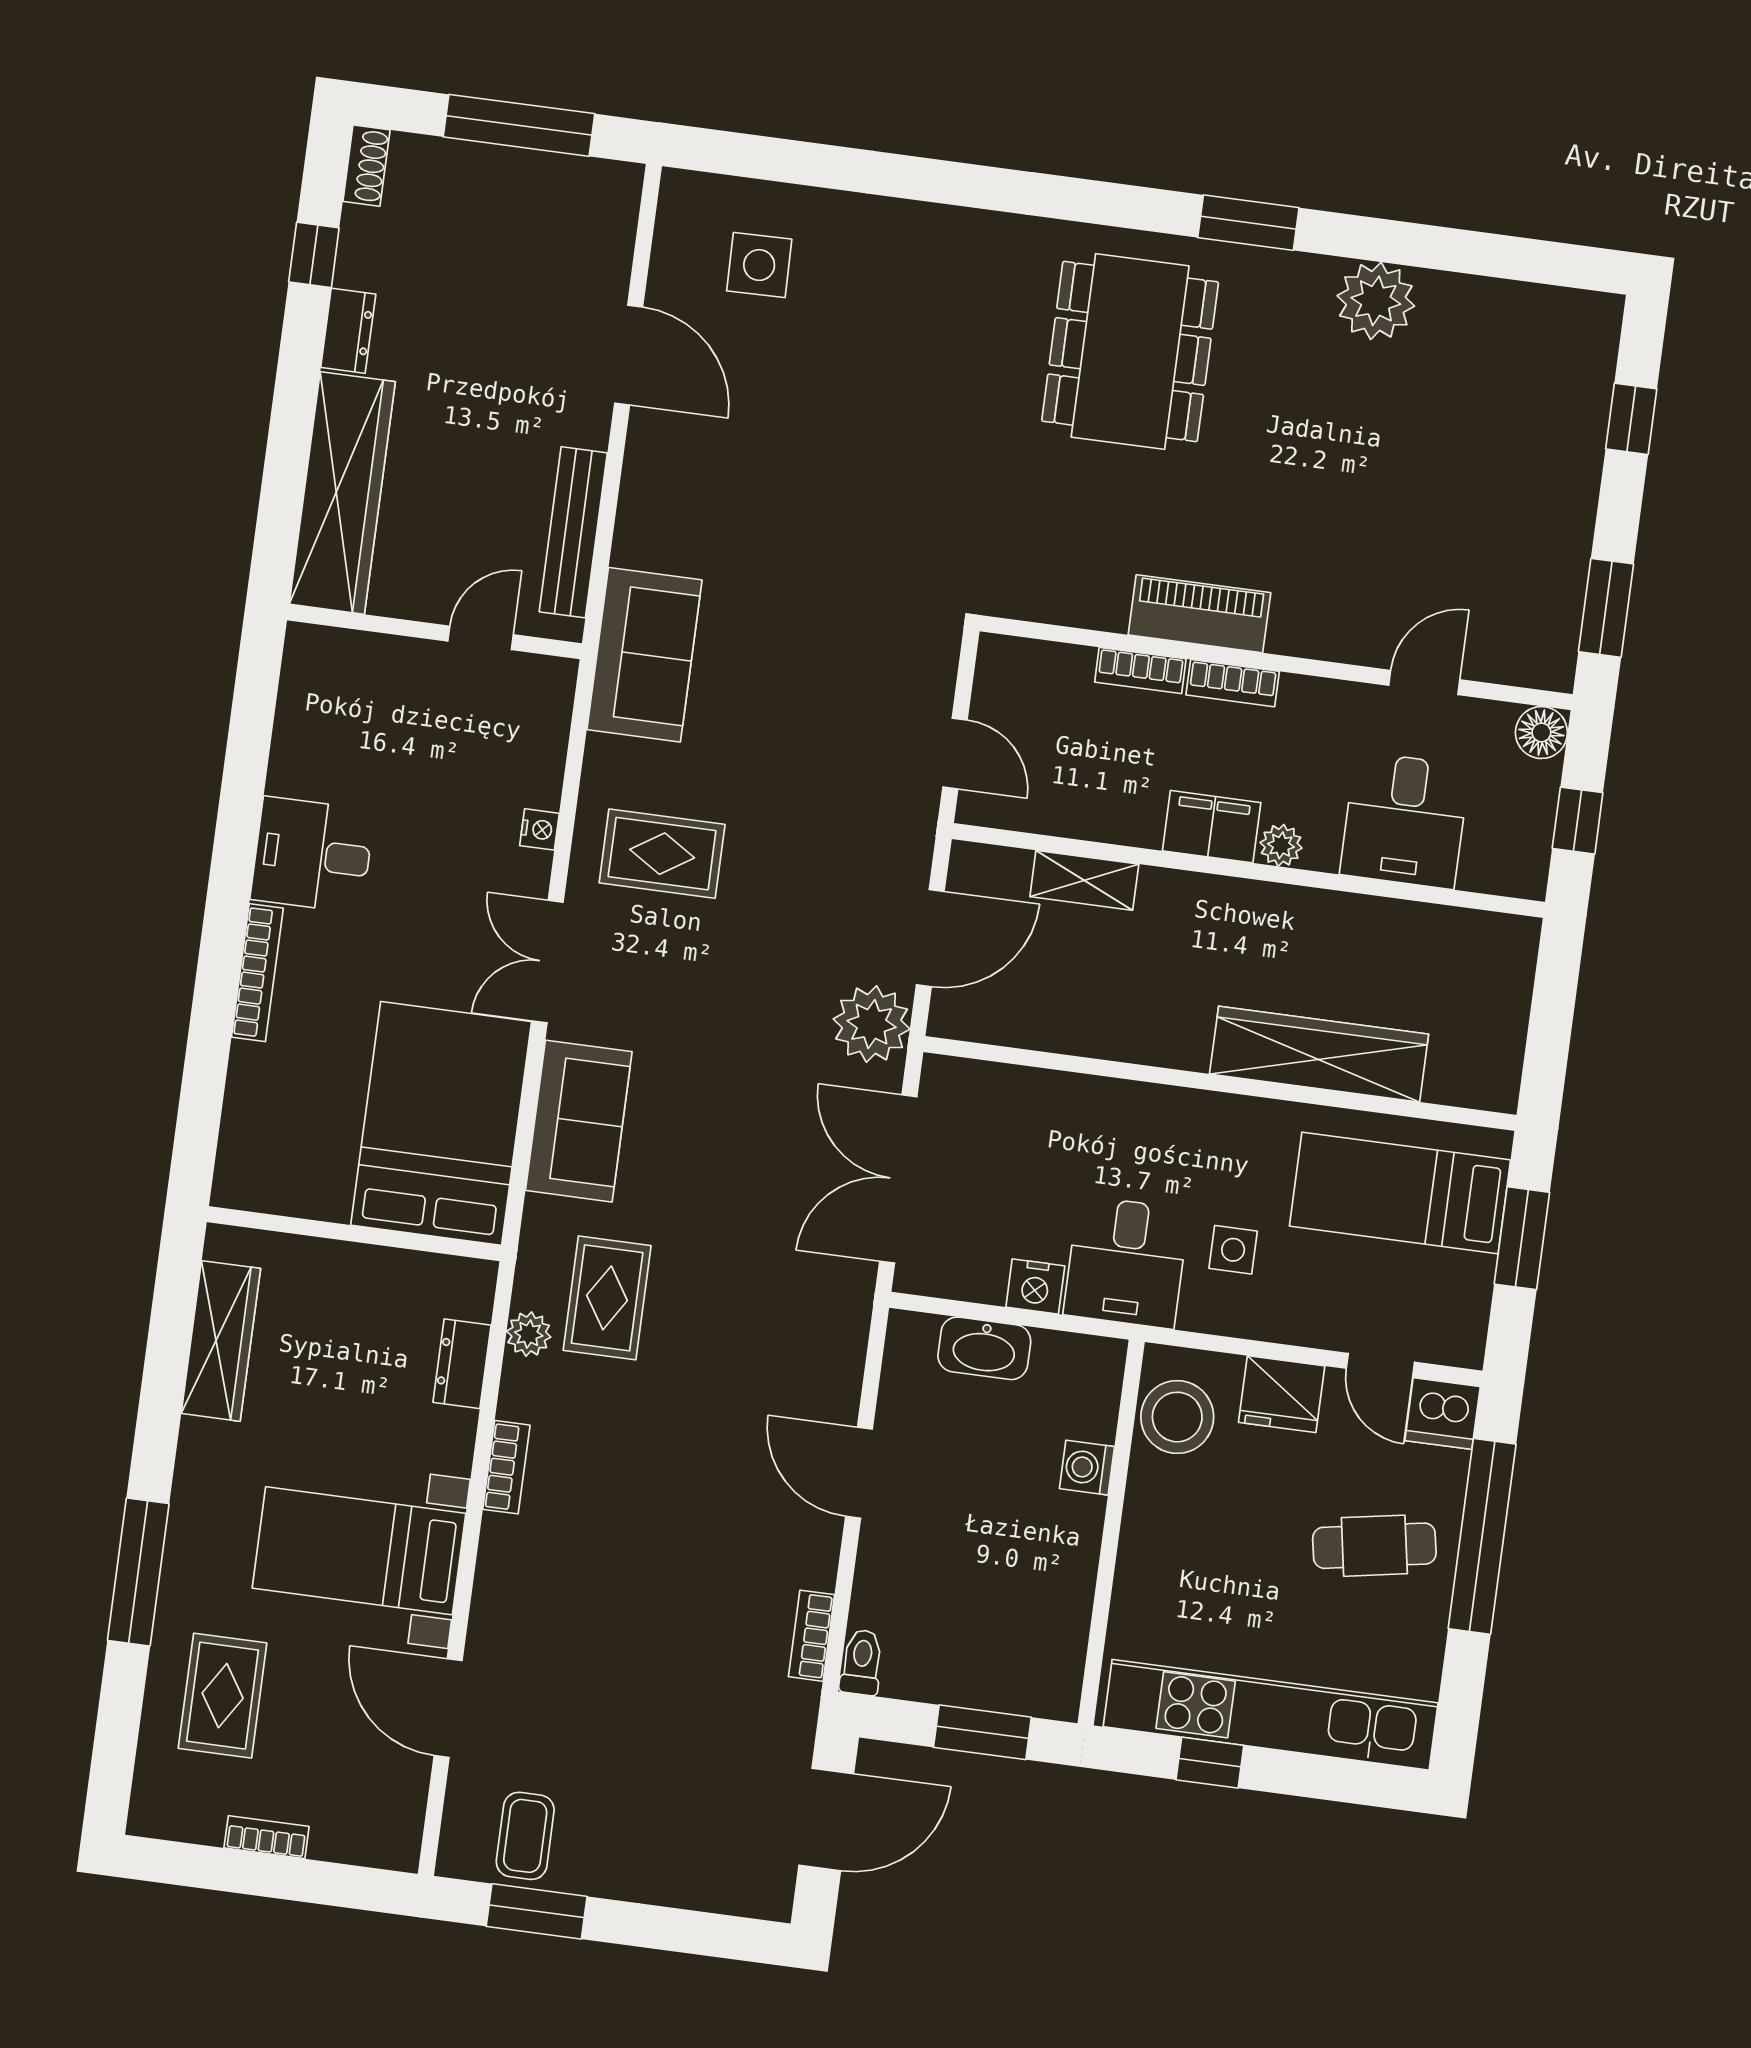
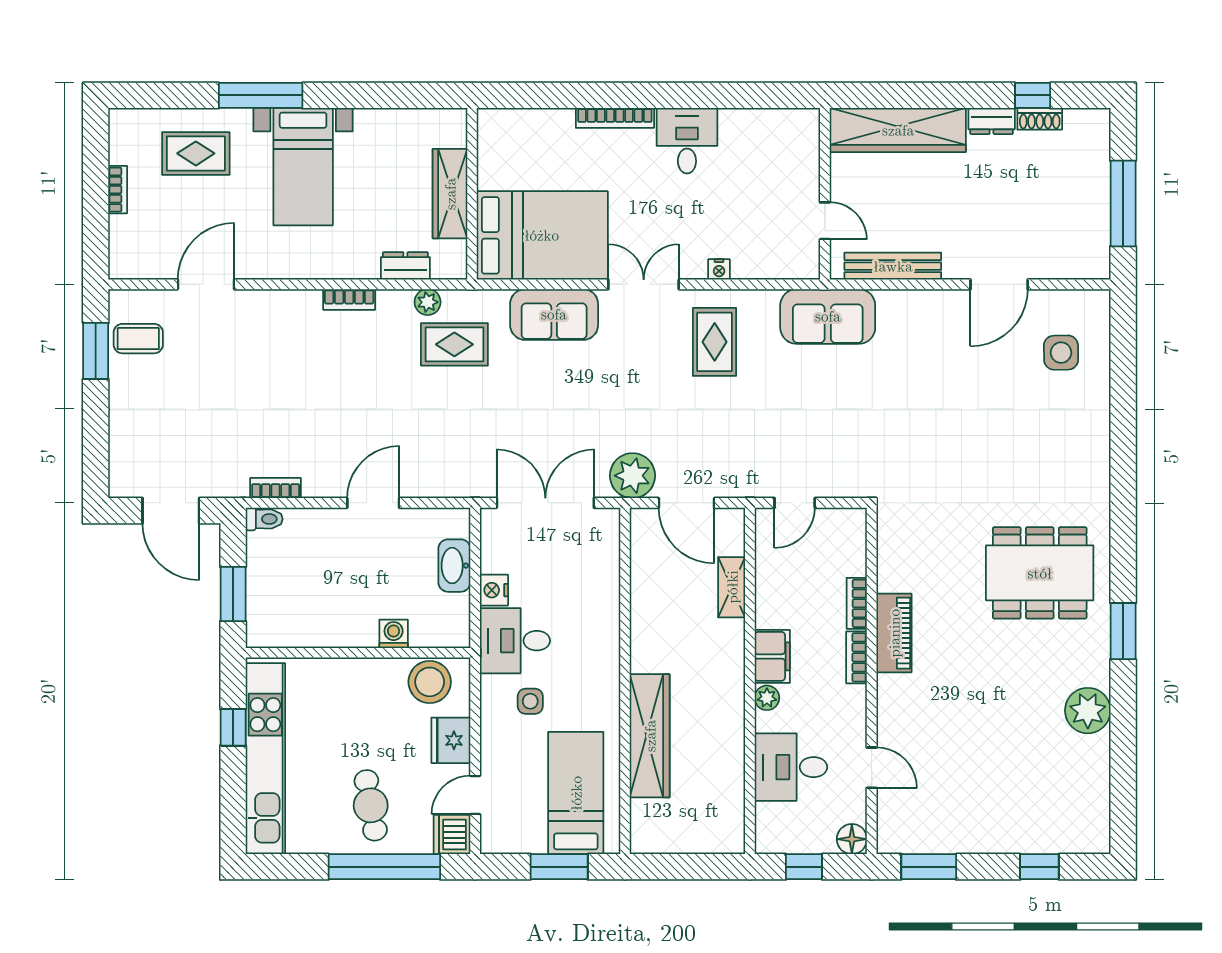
shoe rack: (366, 166) -> (1040, 119), moved
wardrobe: (221, 1341) -> (450, 194), moved, turned 90
bed with nightstands: (359, 1551) -> (303, 167), moved, turned 180

